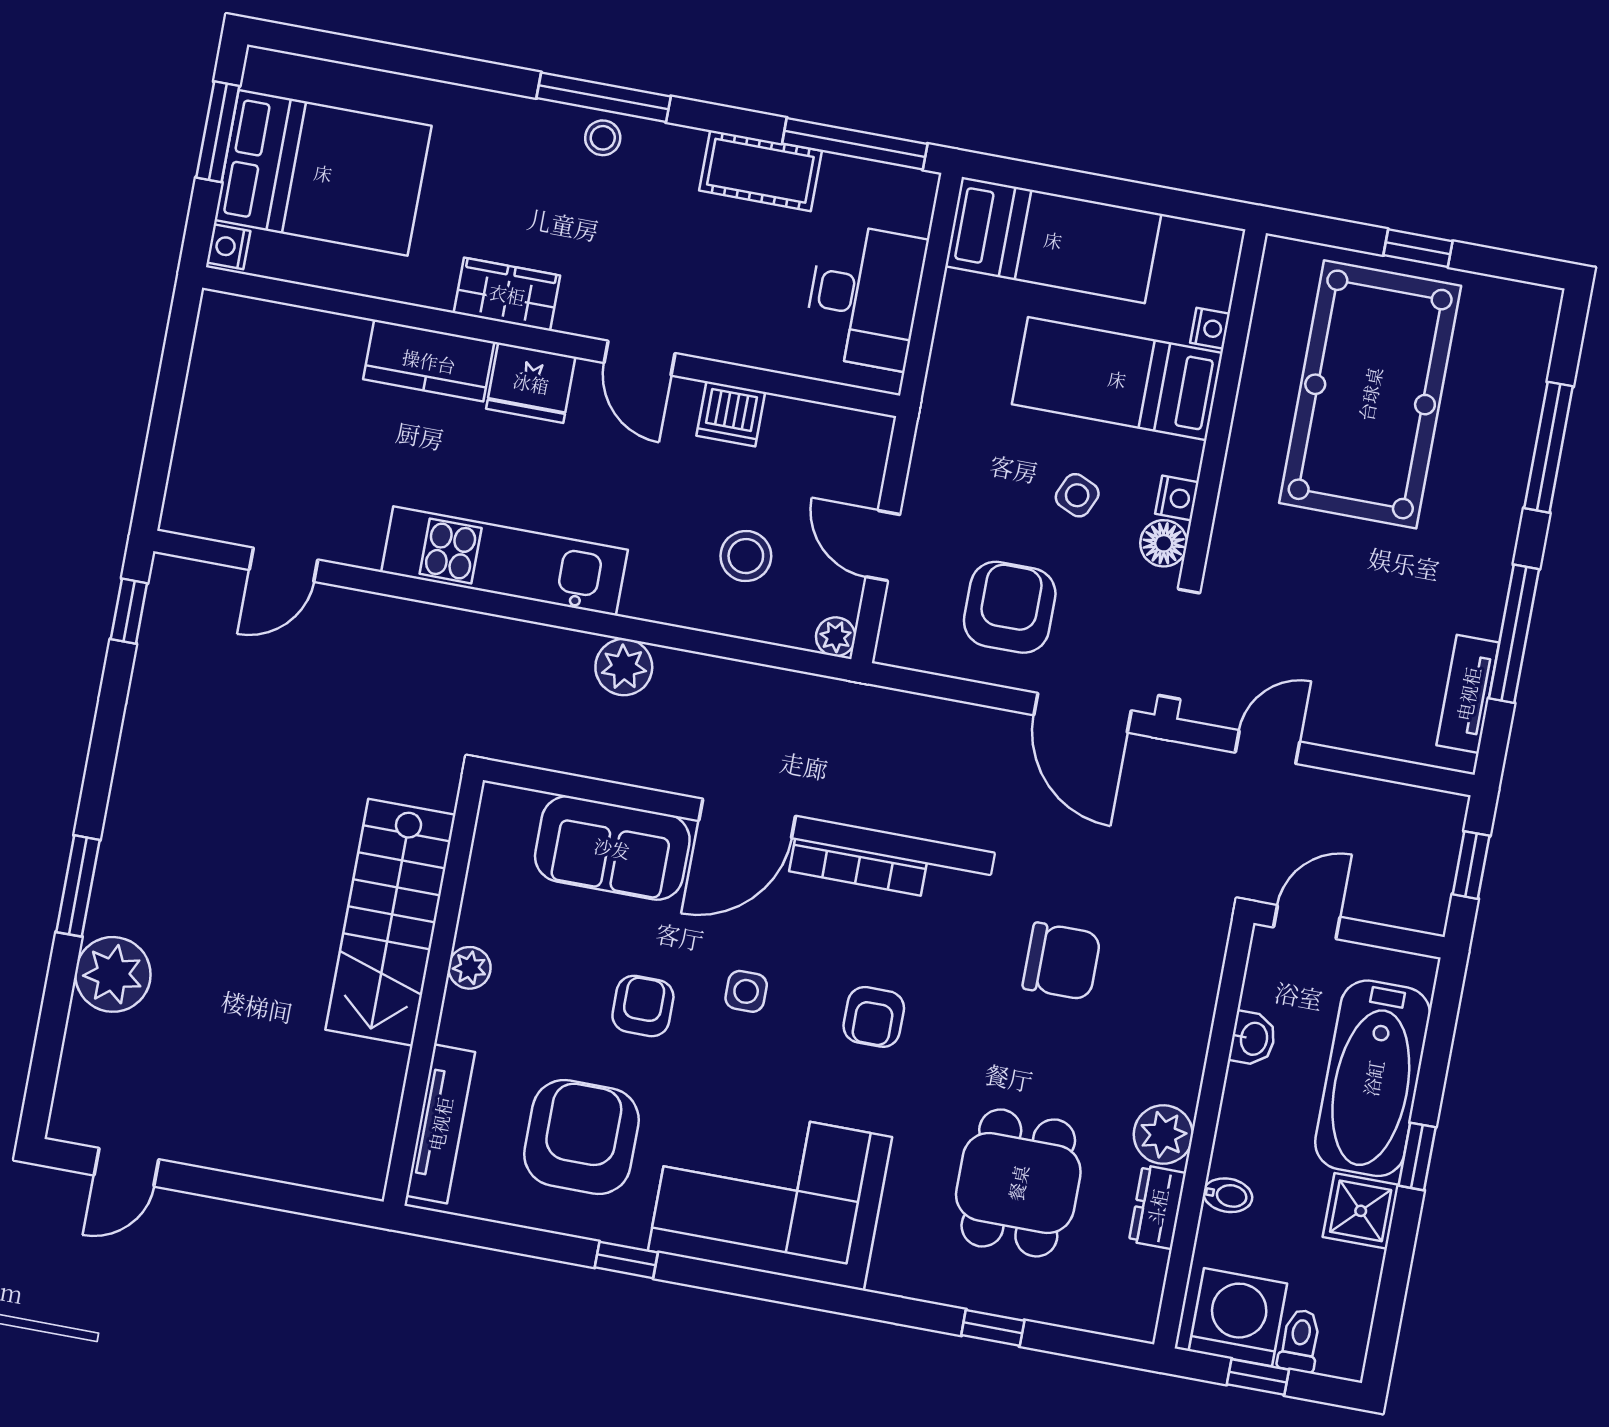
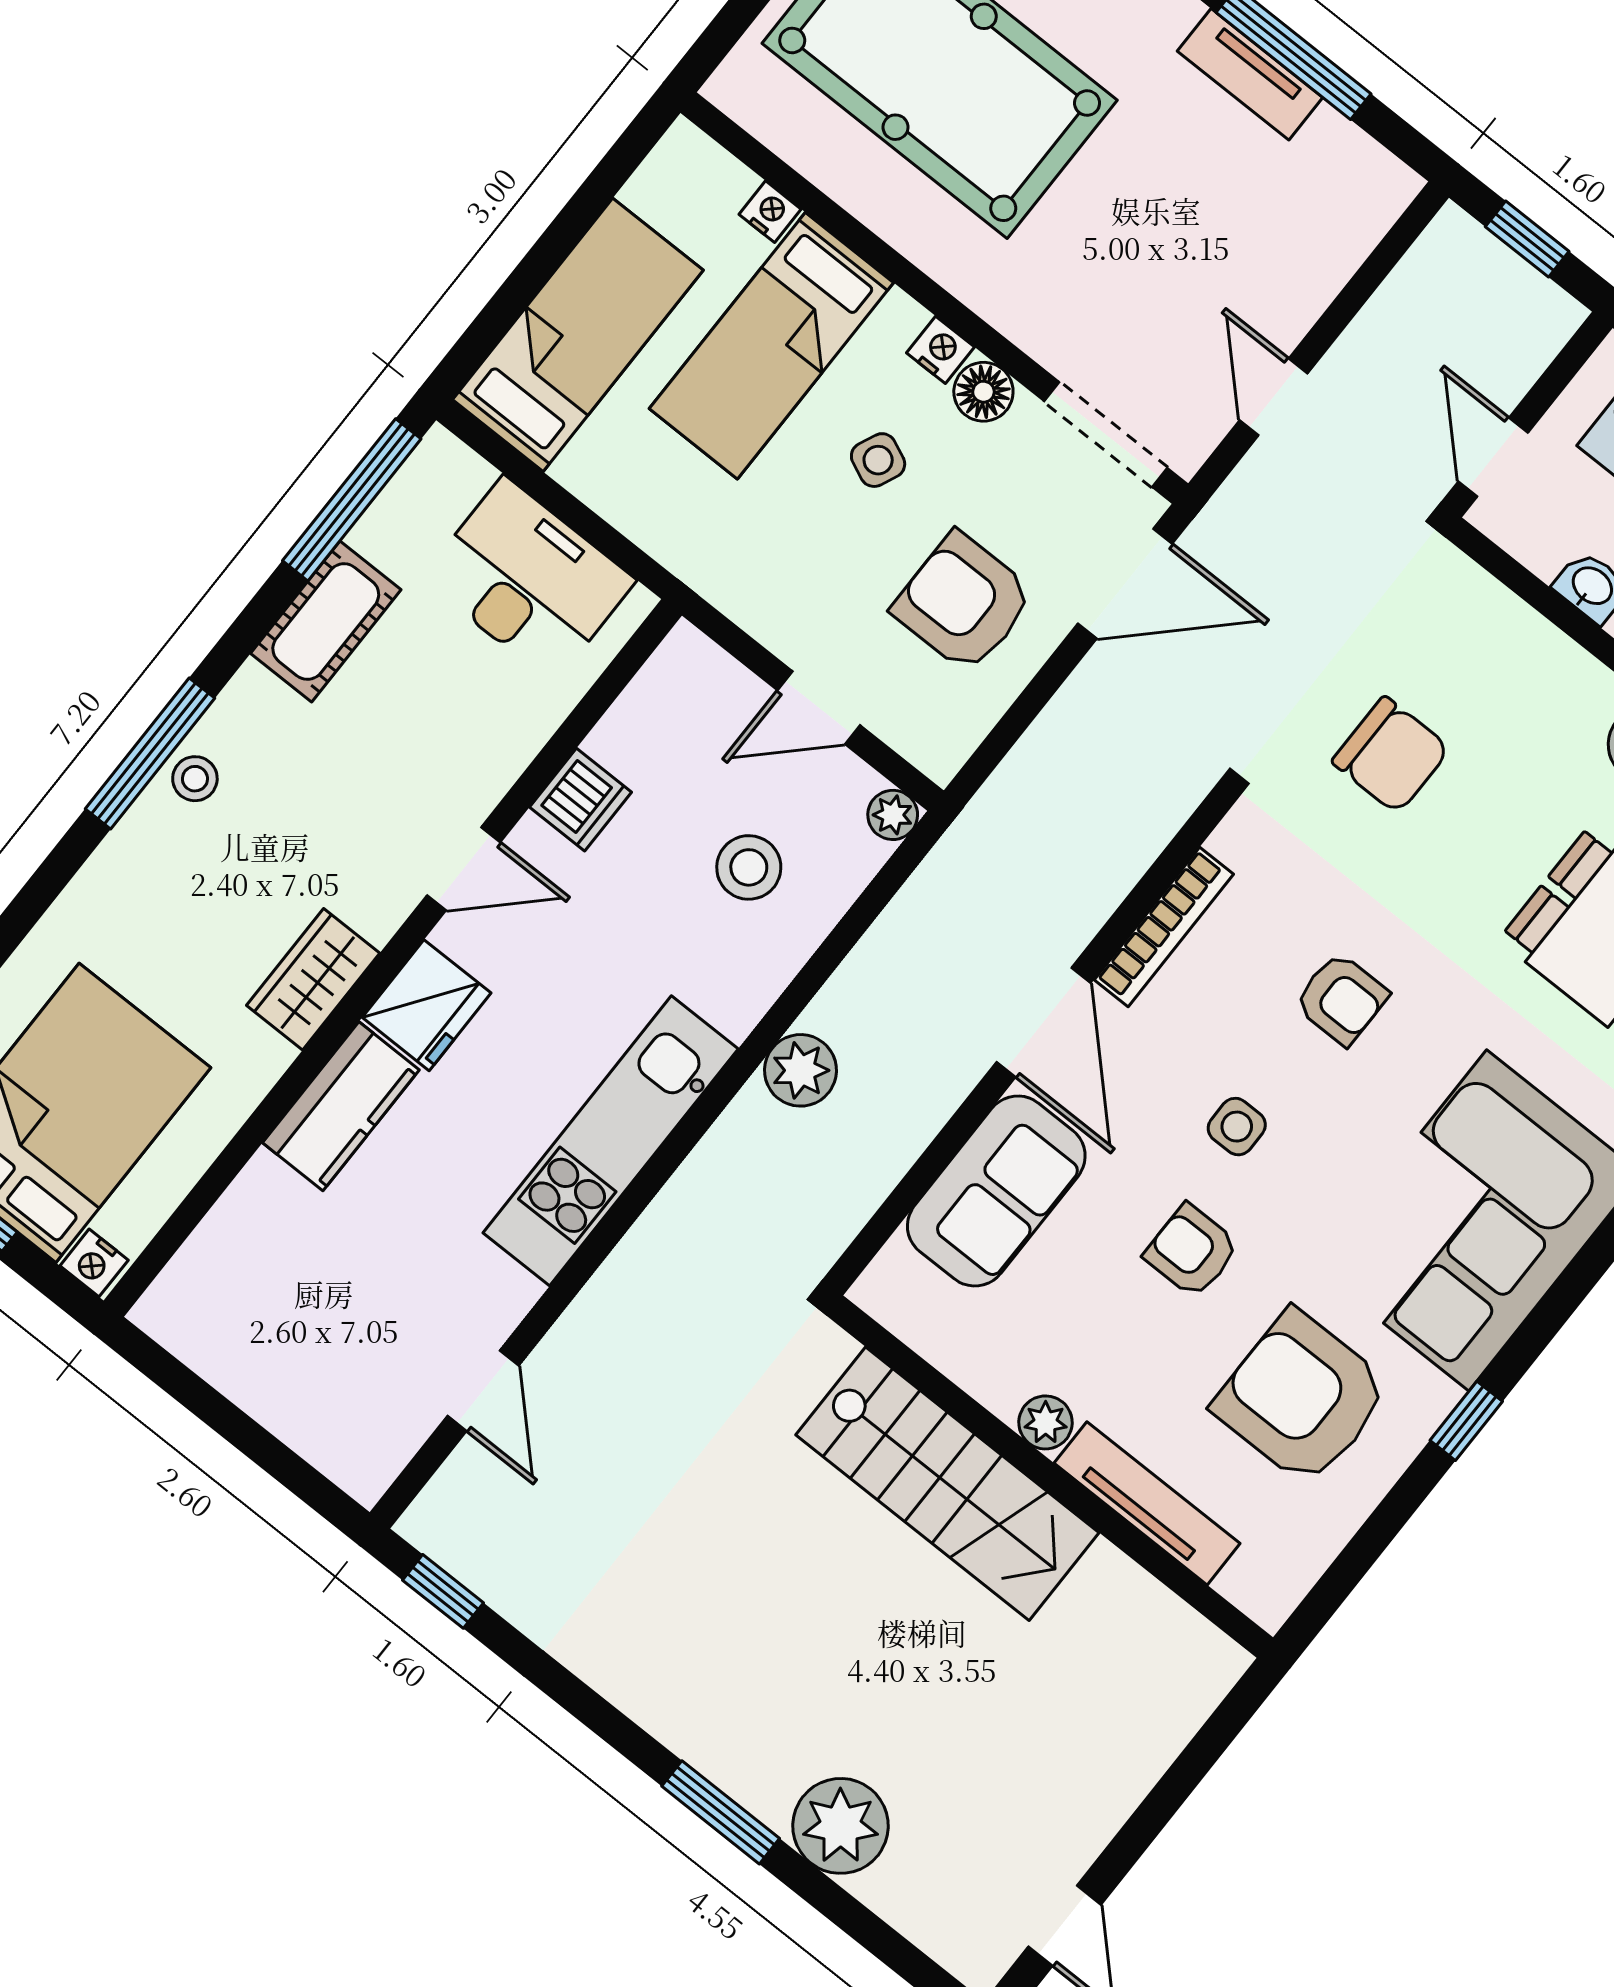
tv unit: (1468, 694) -> (1250, 74), moved
chair: (1062, 961) -> (1391, 755), turned 90
tv unit: (440, 1124) -> (1147, 1503), moved

